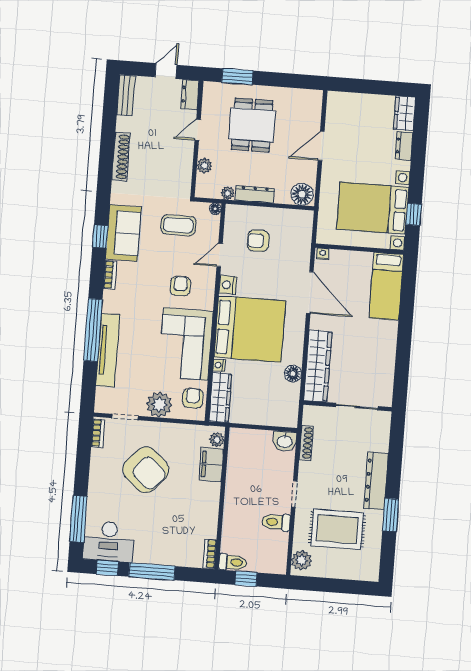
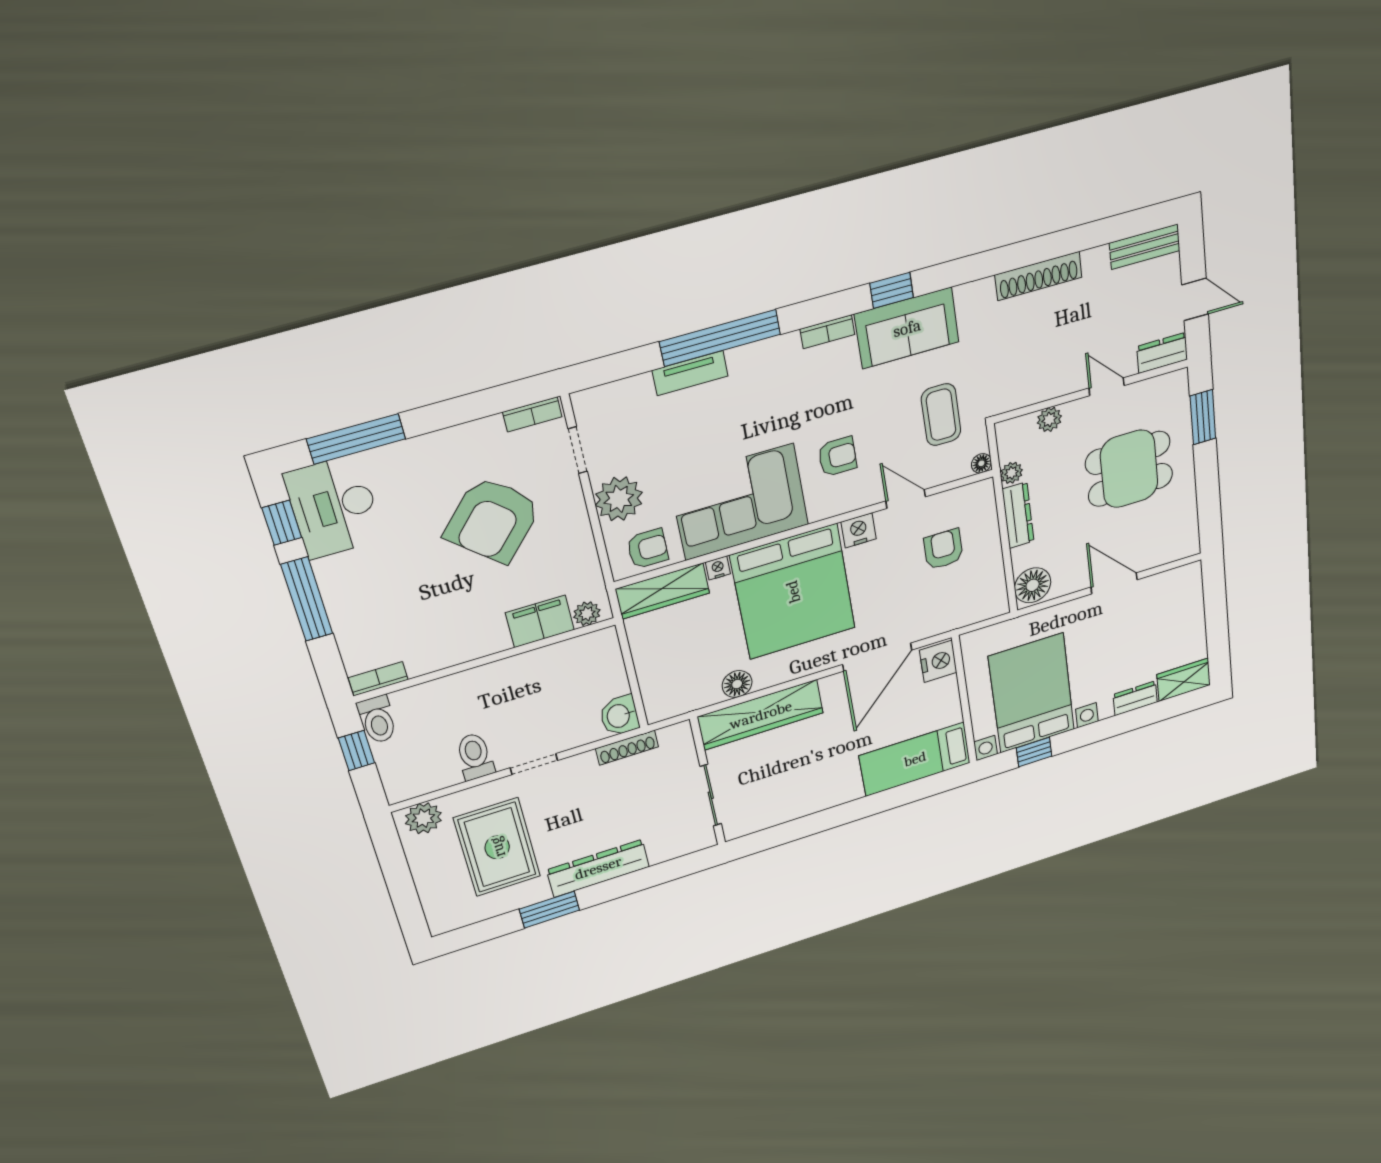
nightstand: (323, 254) -> (938, 661), width x1.89, depth x1.79
tv unit: (108, 350) -> (690, 373), width x0.52, depth x0.78

